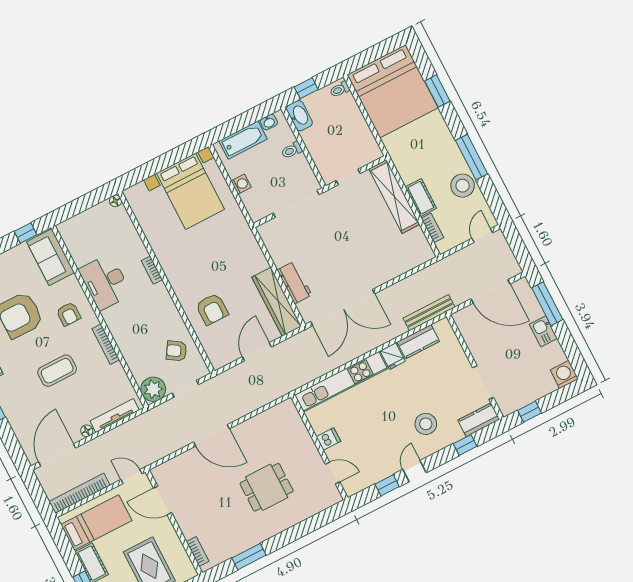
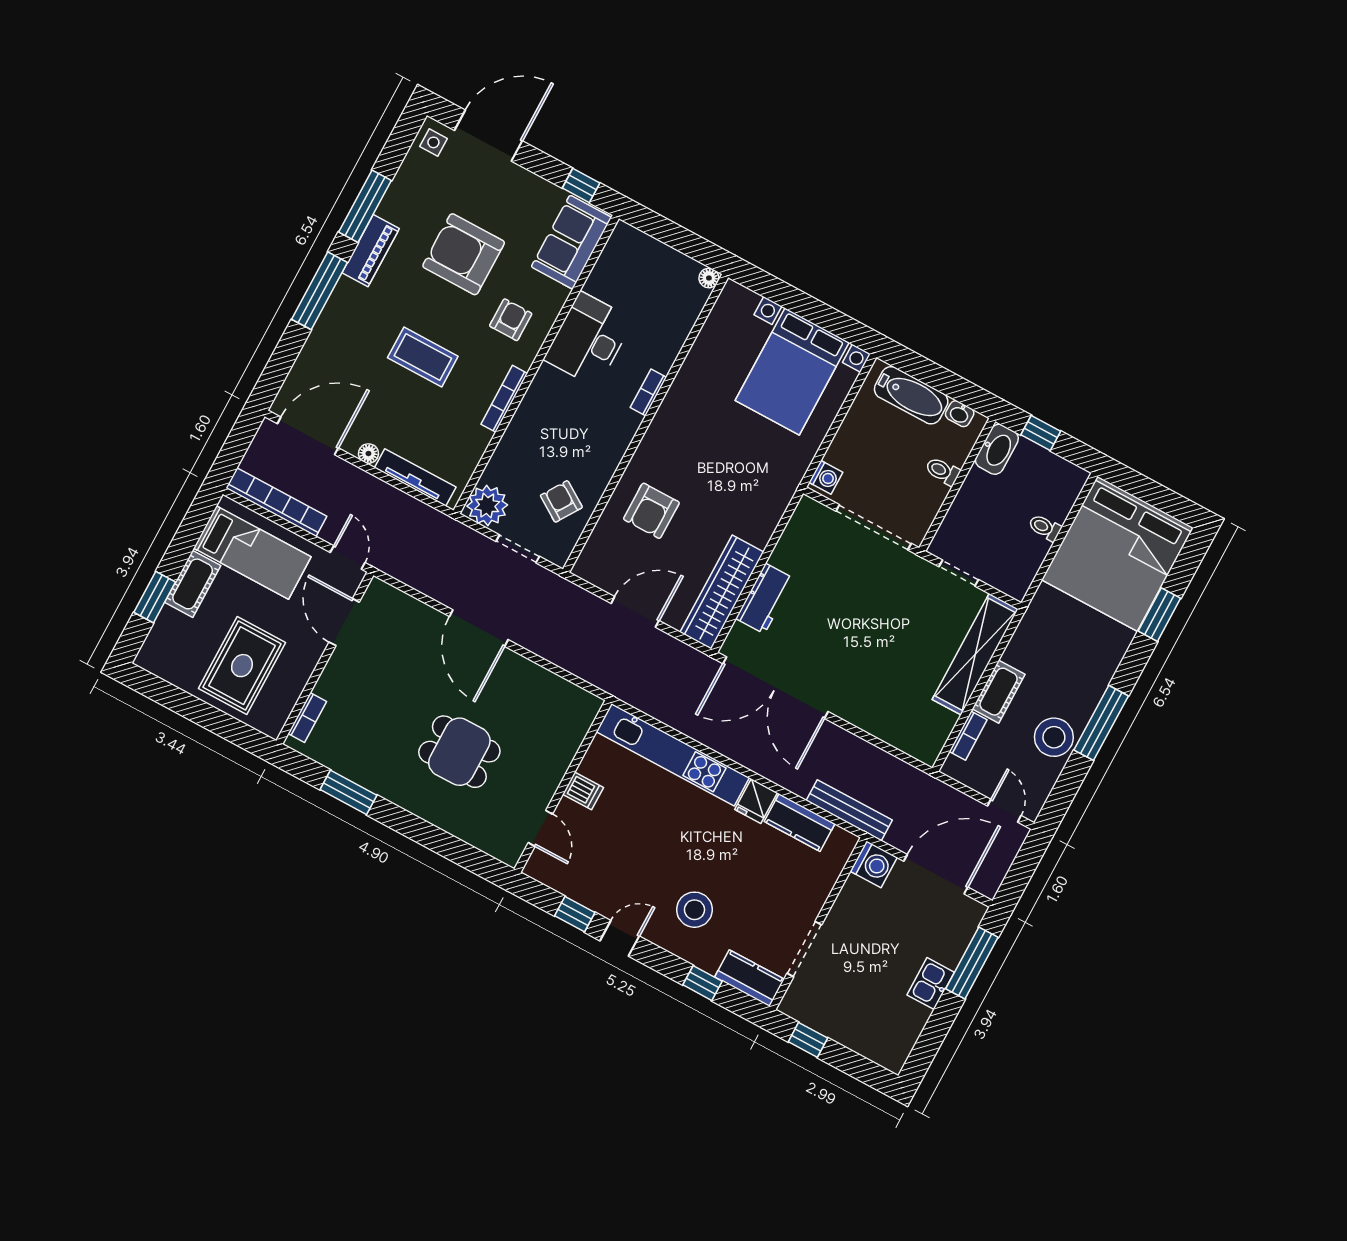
toilet: (340, 89) -> (1045, 528), moved
washing machine: (241, 184) -> (826, 477), moved
door: (482, 236) -> (1004, 811), hinge flipped
door: (490, 291) -> (936, 874), swing flipped
armchair: (69, 314) -> (511, 320), turned 180
washing machine: (564, 374) -> (874, 864), moved, turned 90

